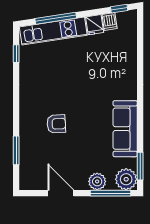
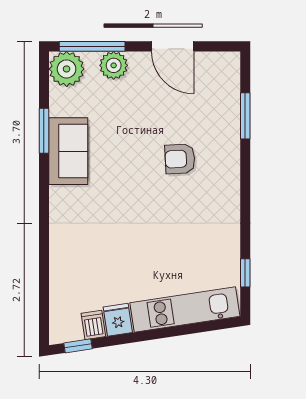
window: (56, 18) -> (181, 330), removed
sofa: (125, 129) -> (68, 151), width x0.73
window: (140, 166) -> (44, 131), moved

